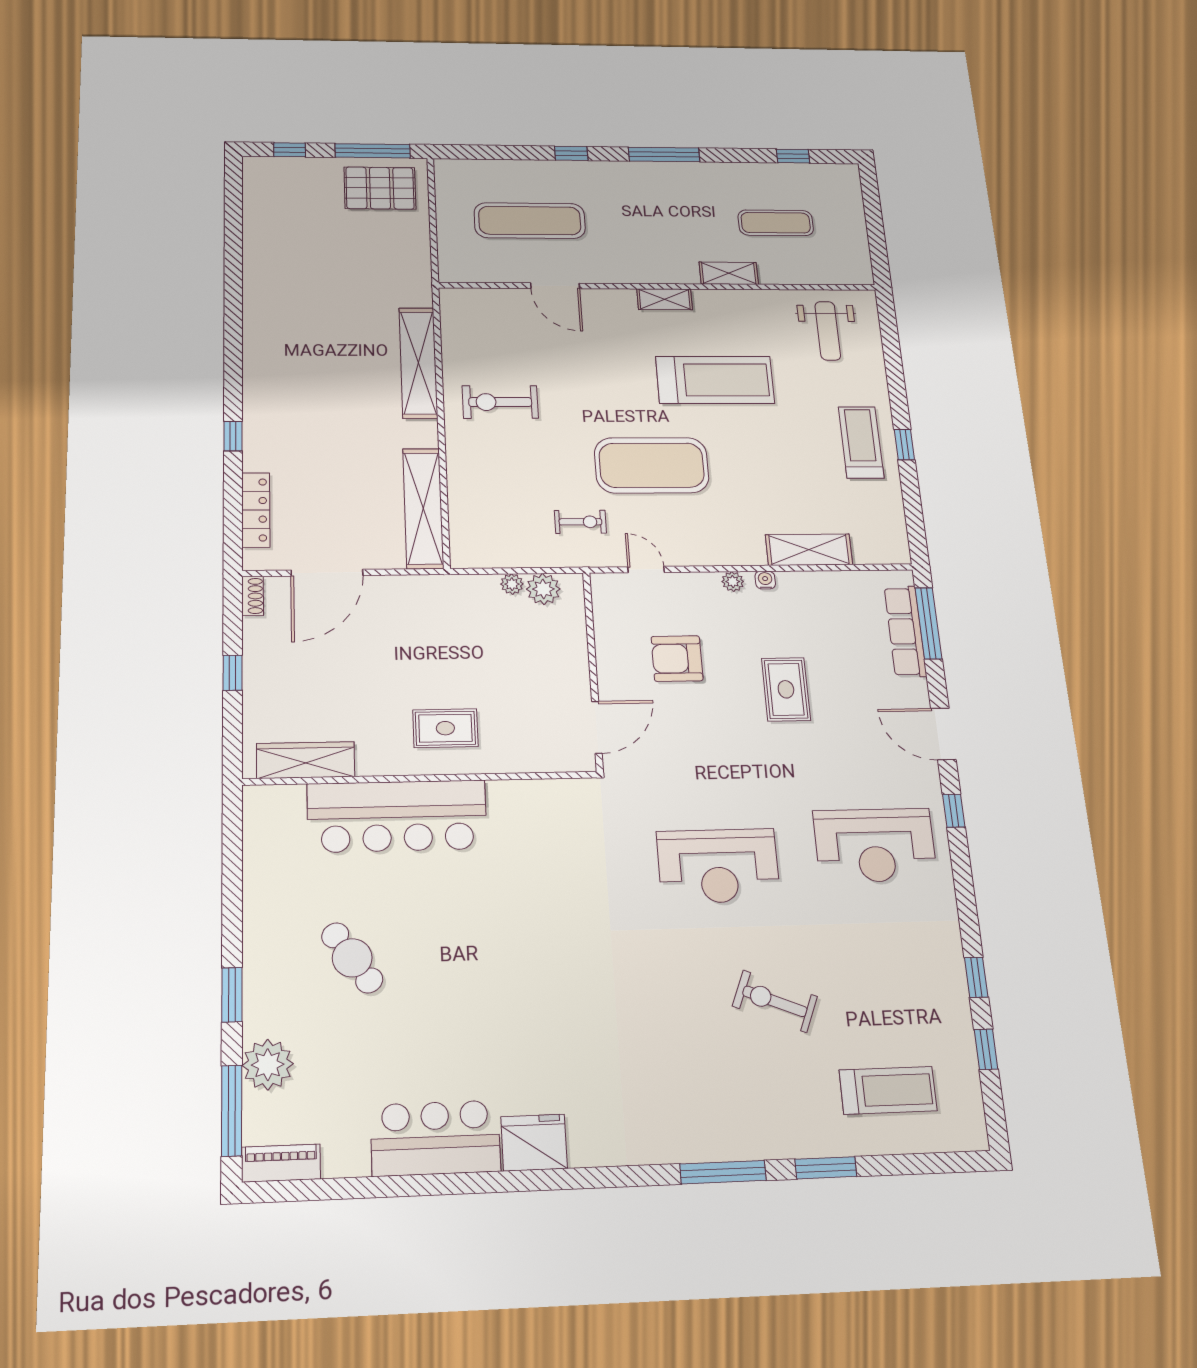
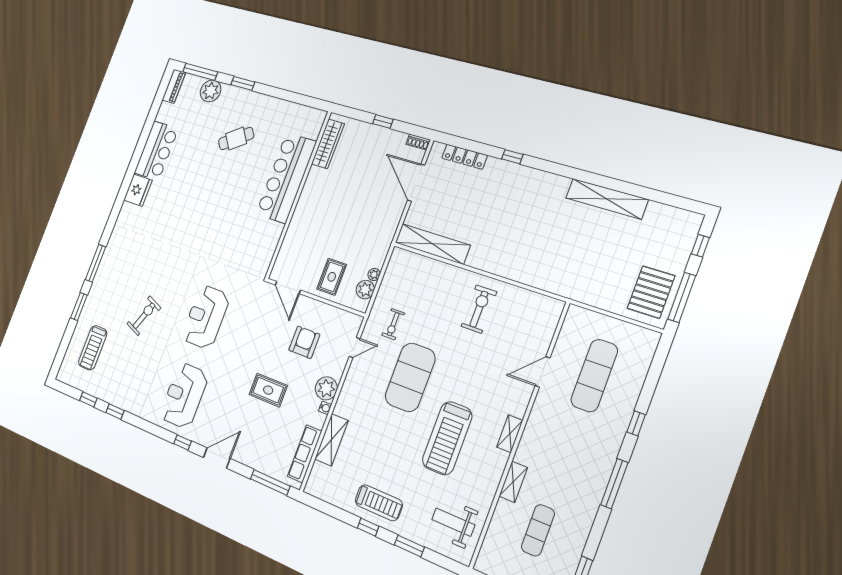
shelving: (418, 363) -> (607, 199), moved
window: (895, 377) -> (409, 546), added
plant: (733, 582) -> (326, 388), width x1.87, depth x1.87
row of seats: (905, 631) -> (305, 454), moved, turned -90
rug: (445, 728) -> (332, 277), moved

